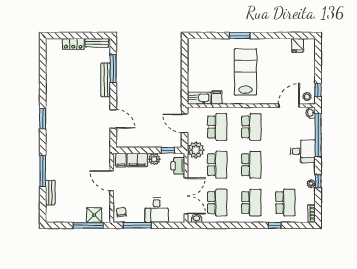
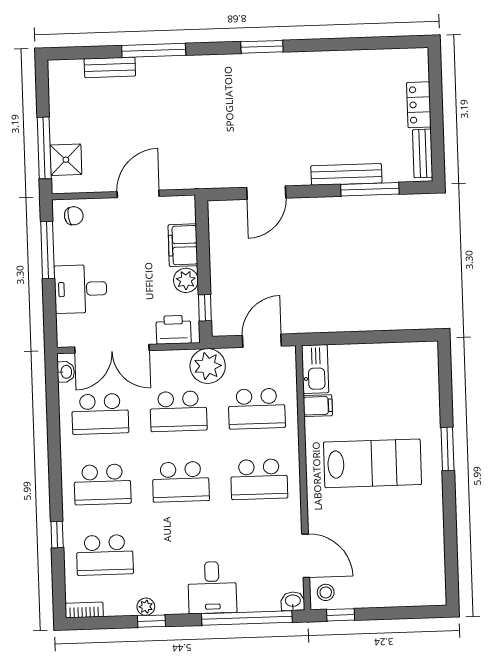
fridge: (297, 45) -> (431, 569), removed
filing cabinet: (121, 160) -> (182, 212), removed

